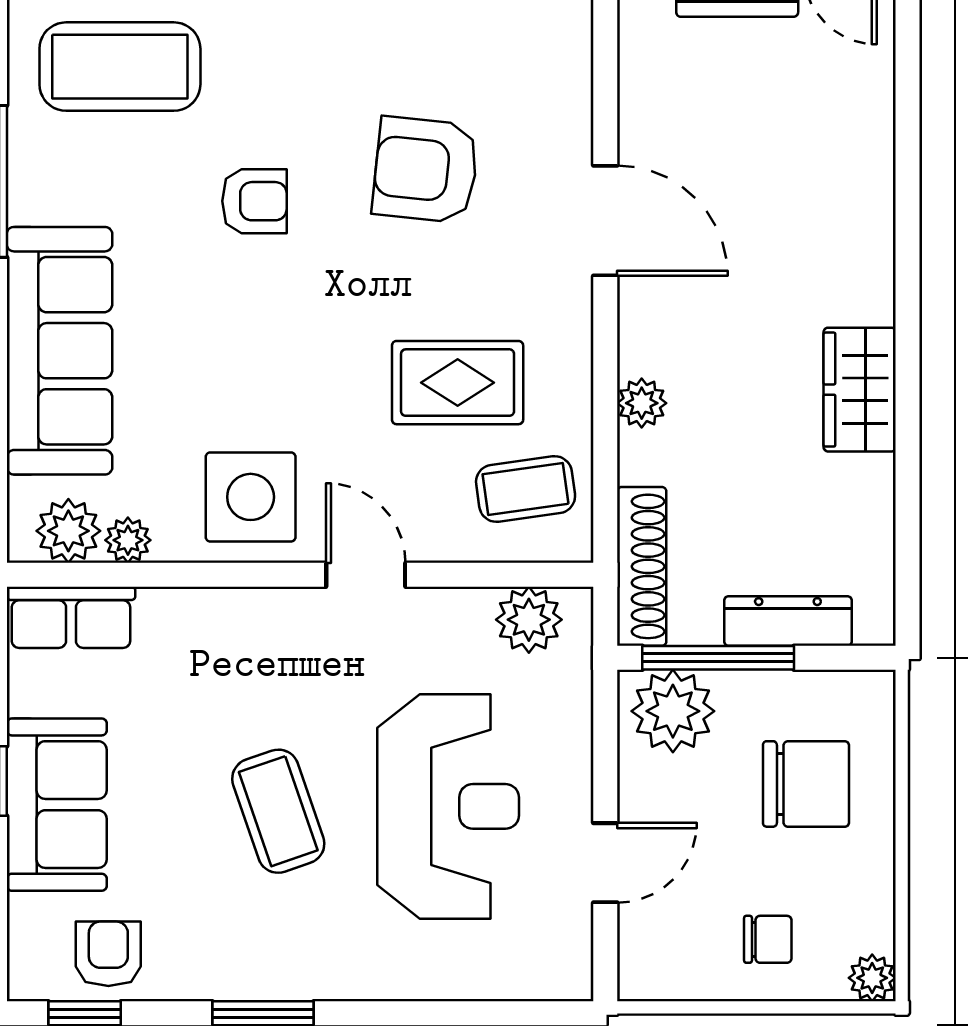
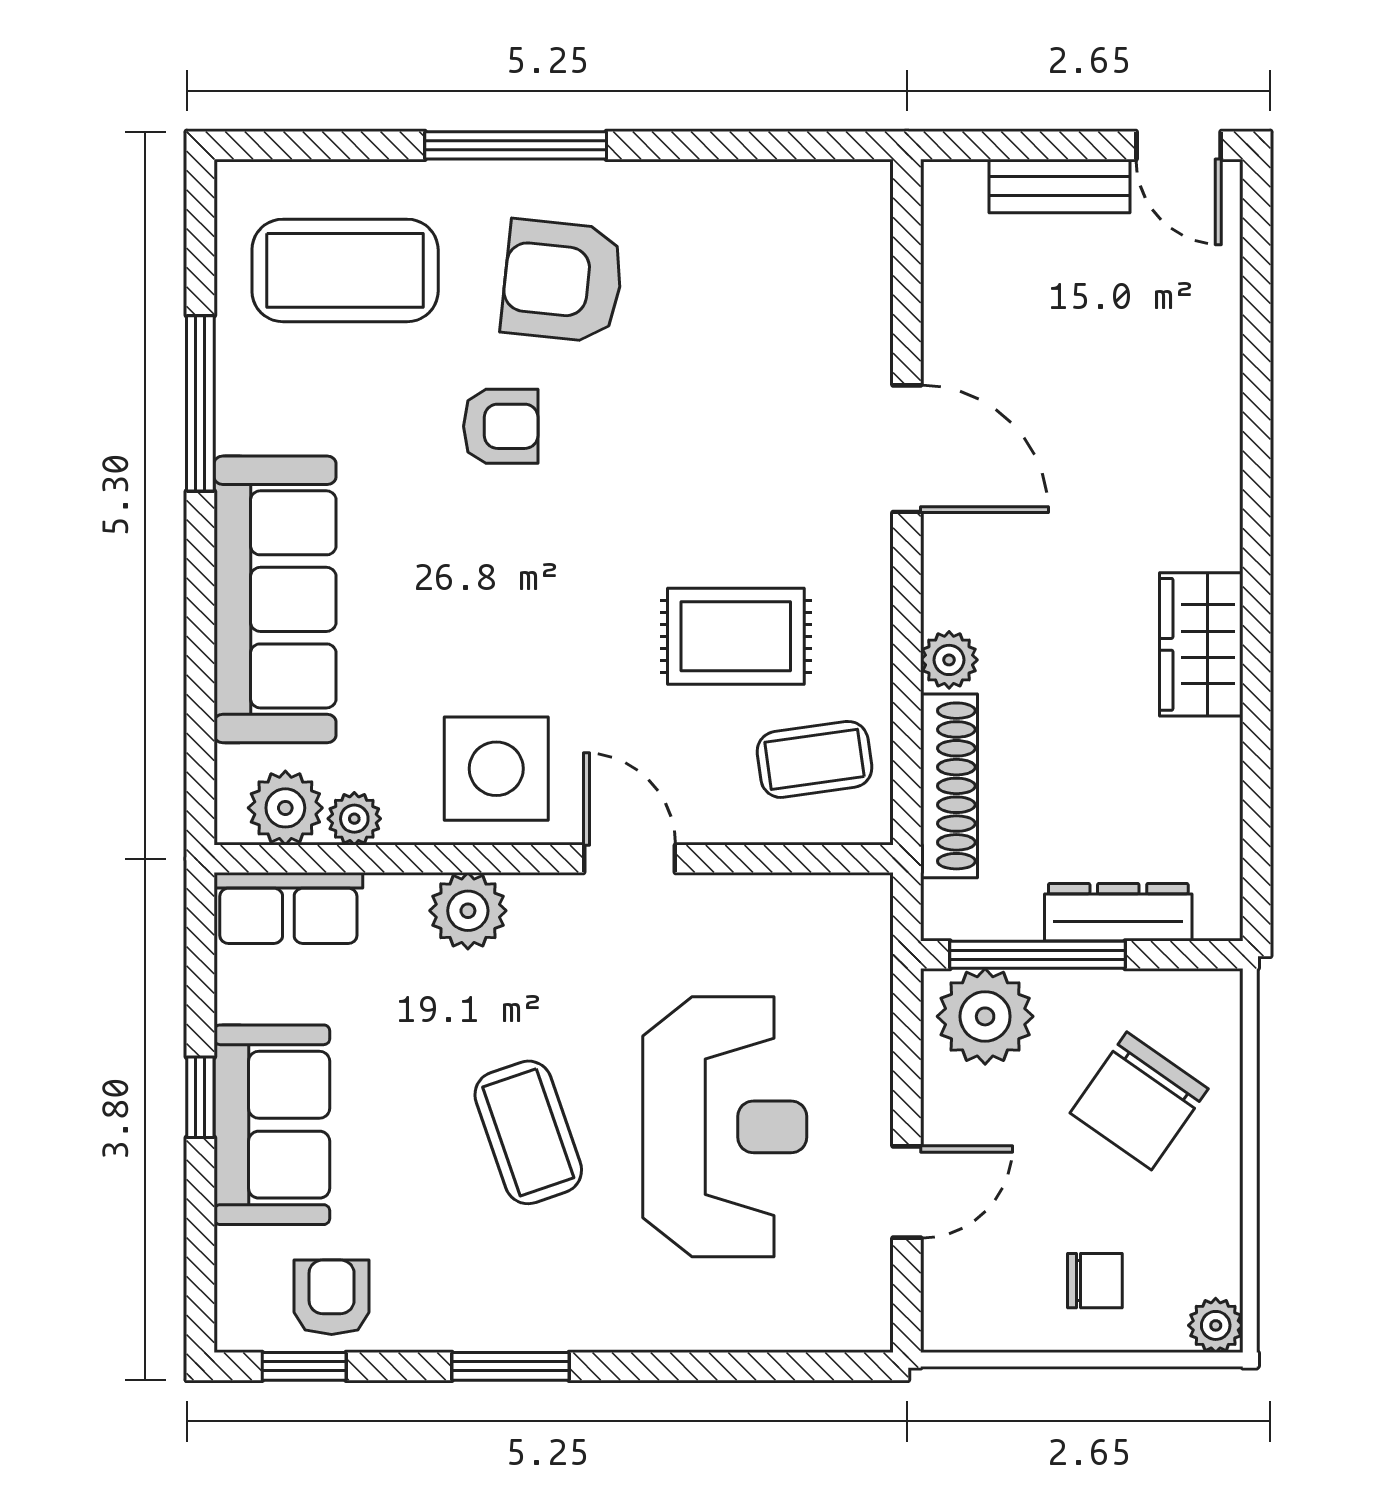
armchair: (426, 170) -> (563, 281), moved
shoe rack: (642, 566) -> (949, 786), moved
plant: (529, 620) -> (468, 911), moved
chair: (806, 784) -> (1139, 1101), turned 125

